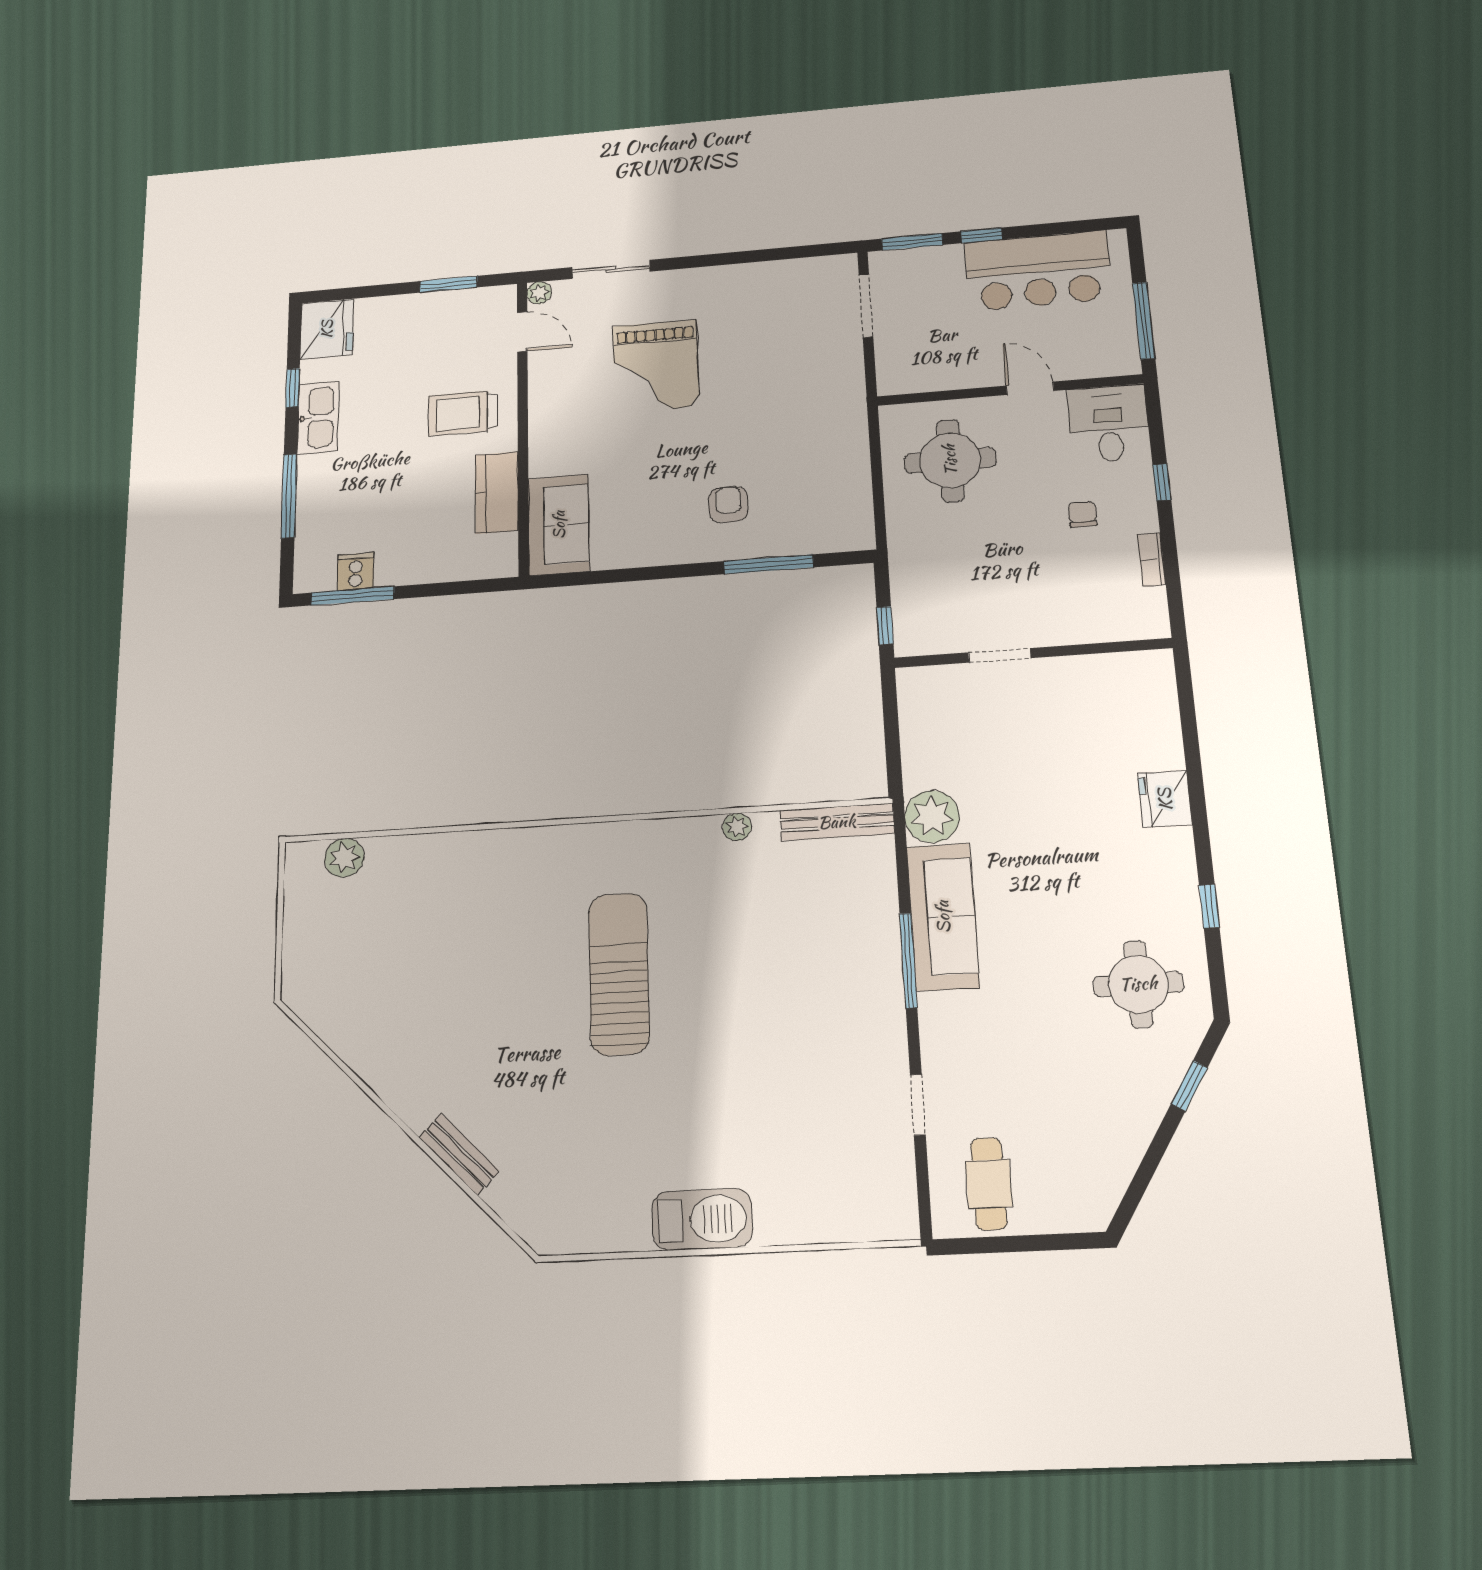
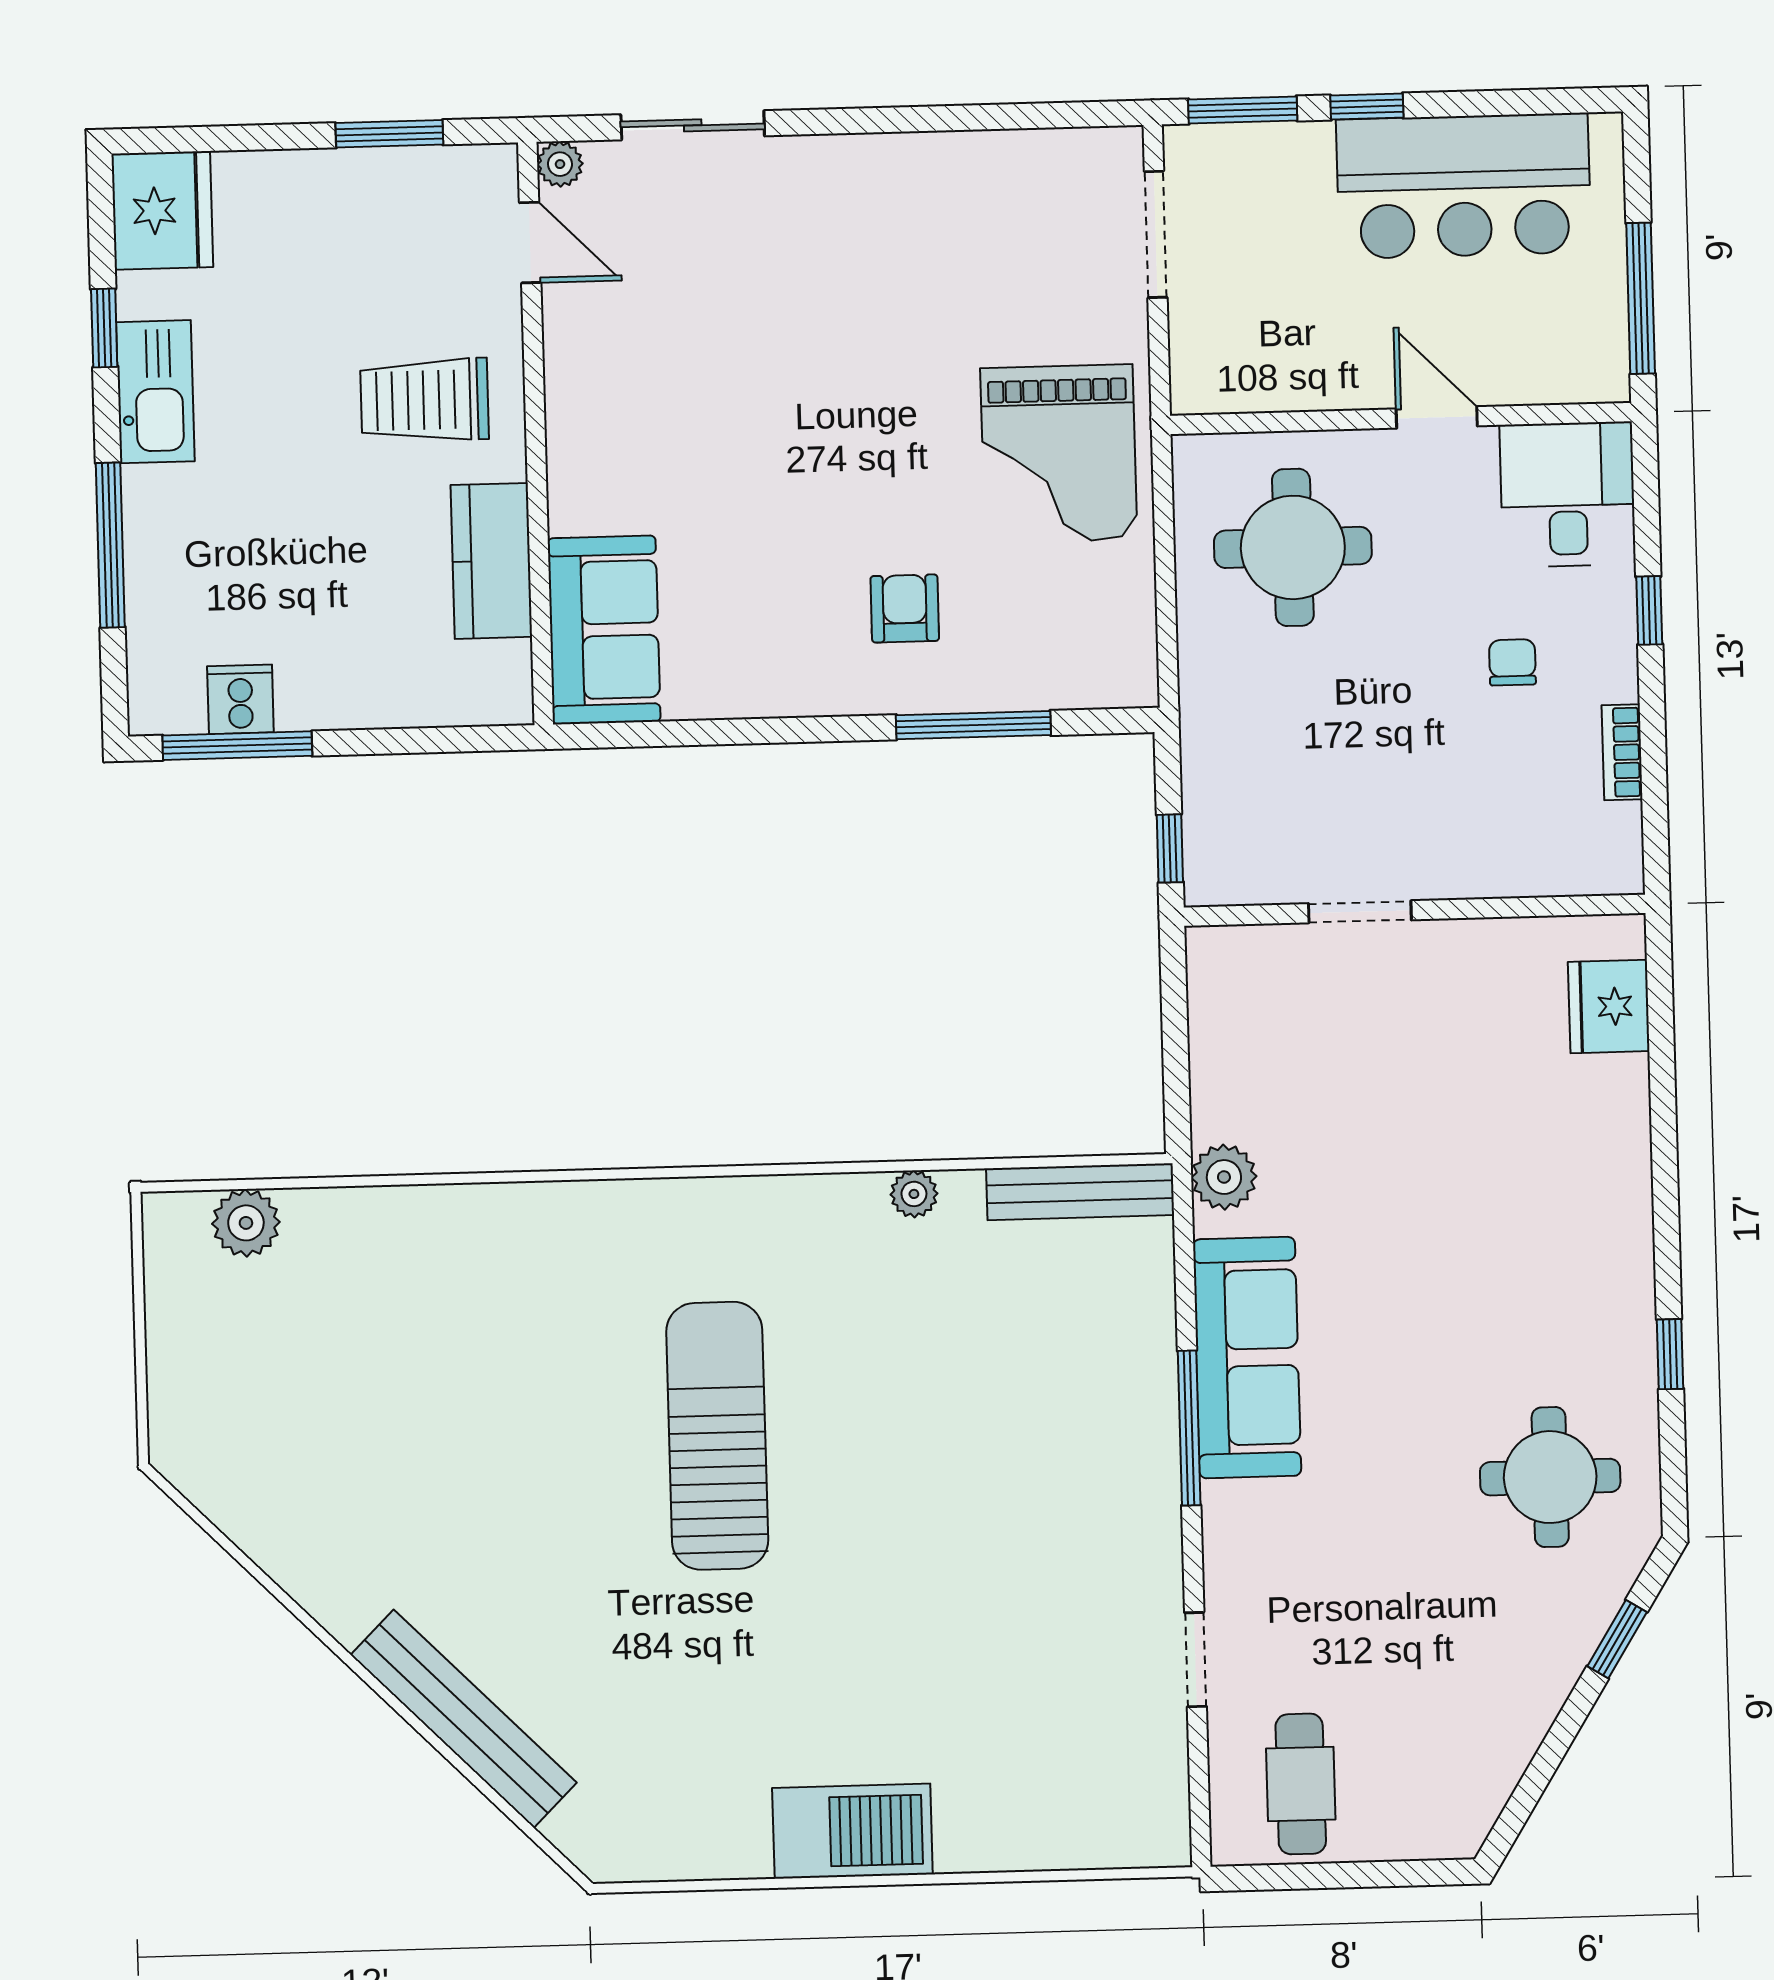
grand piano: (656, 366) -> (1059, 454), moved
fridge: (1165, 799) -> (1609, 1006), moved
plant: (932, 817) -> (1224, 1177), width x0.73, depth x0.73
bench: (459, 1154) -> (464, 1719), width x1.86, depth x1.21

